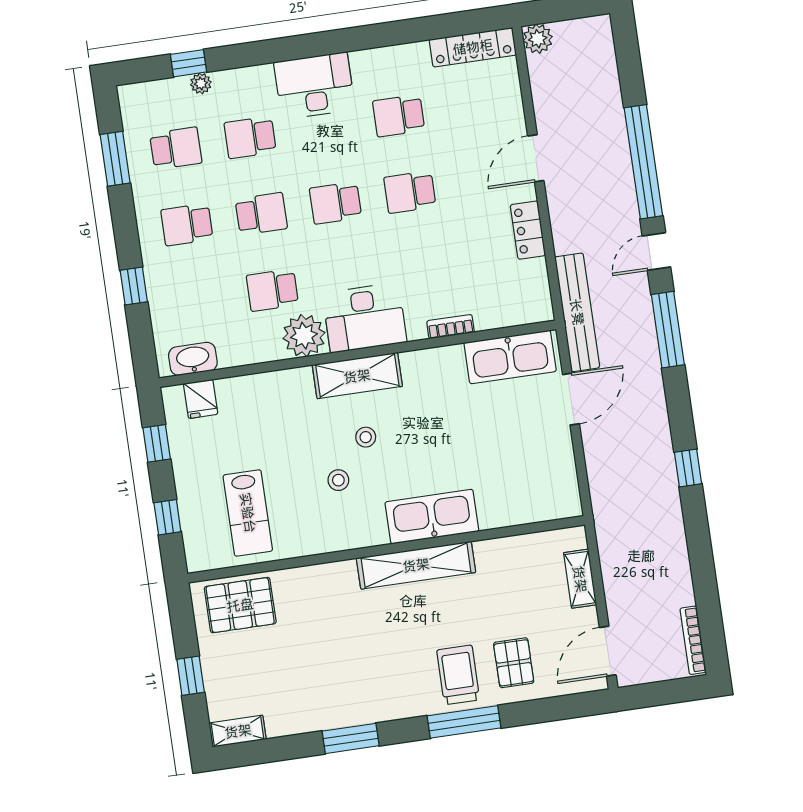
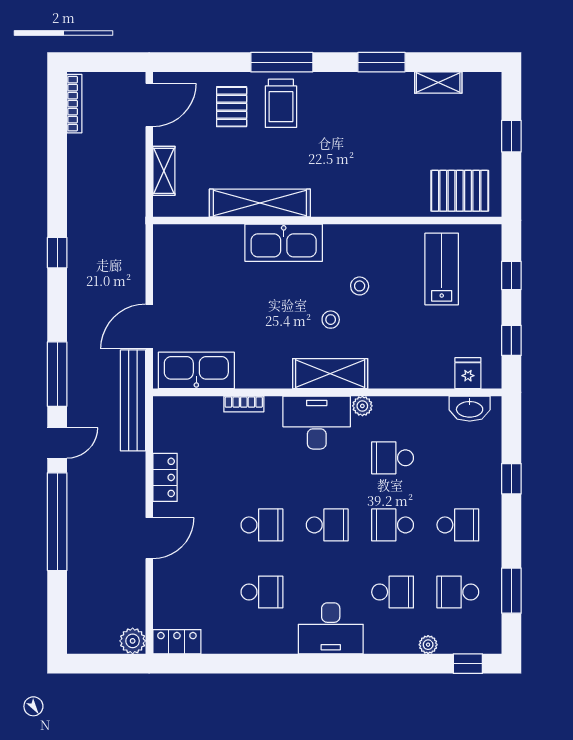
locker: (473, 47) -> (177, 642), width x0.66
window: (189, 63) -> (468, 664), moved
school desk: (272, 290) -> (393, 458), turned 180
plant: (304, 336) -> (362, 406), width x0.53, depth x0.53
shelving: (416, 565) -> (260, 203), moved
shelving: (238, 731) -> (438, 83), moved

